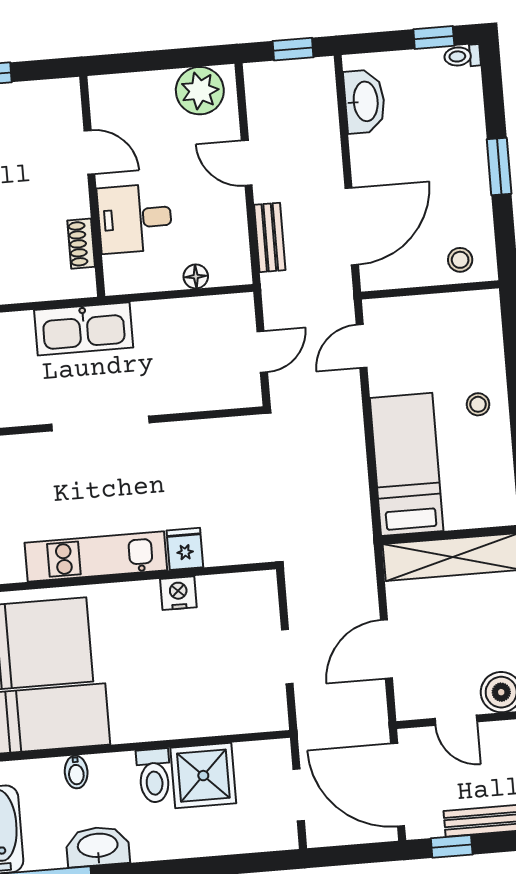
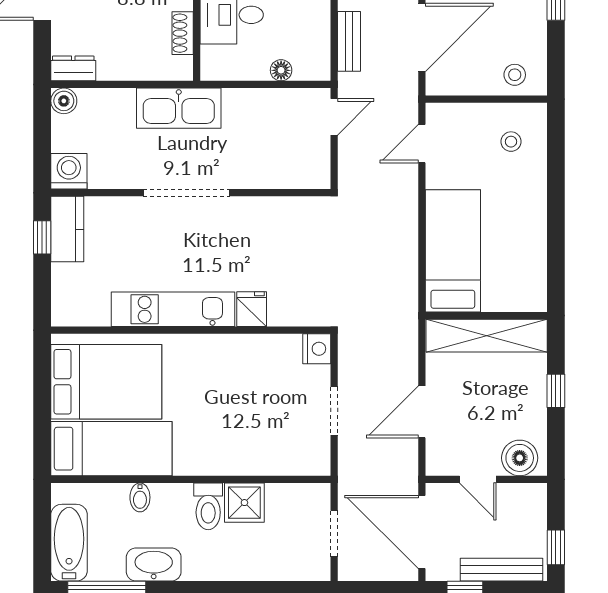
door: (262, 352) -> (334, 117), moved
stool: (478, 404) -> (511, 142), moved
nightstand: (178, 593) -> (317, 349), moved, turned 90
shower: (203, 776) -> (244, 503), width x0.73, depth x0.73

